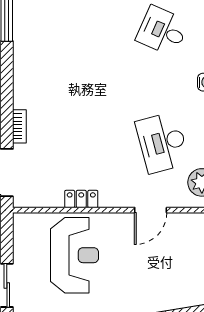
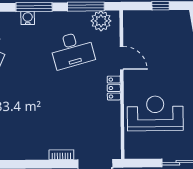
locker: (81, 199) -> (114, 88), moved

